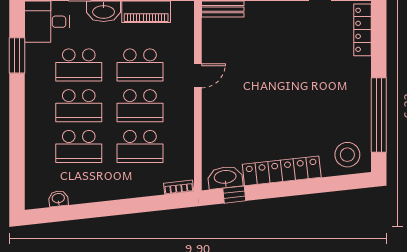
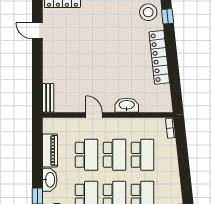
washbasin: (225, 177) -> (127, 105), moved, turned 96
window: (234, 195) -> (168, 16), moved

